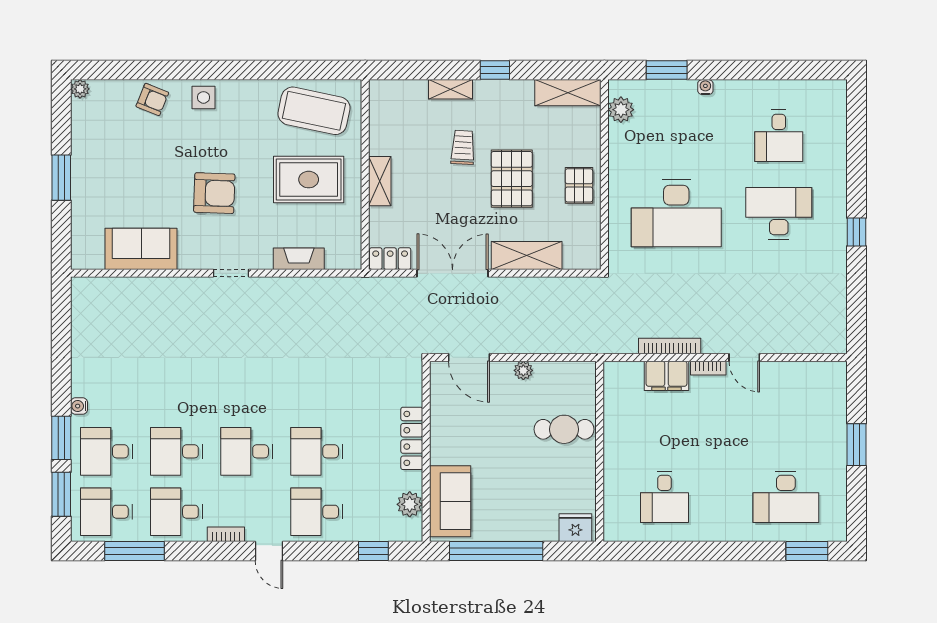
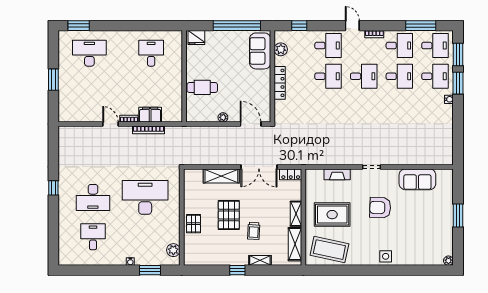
shelving: (568, 93) -> (295, 244), moved, turned 90
armchair: (152, 99) -> (412, 255), removed
pallet: (579, 185) -> (194, 224), moved

